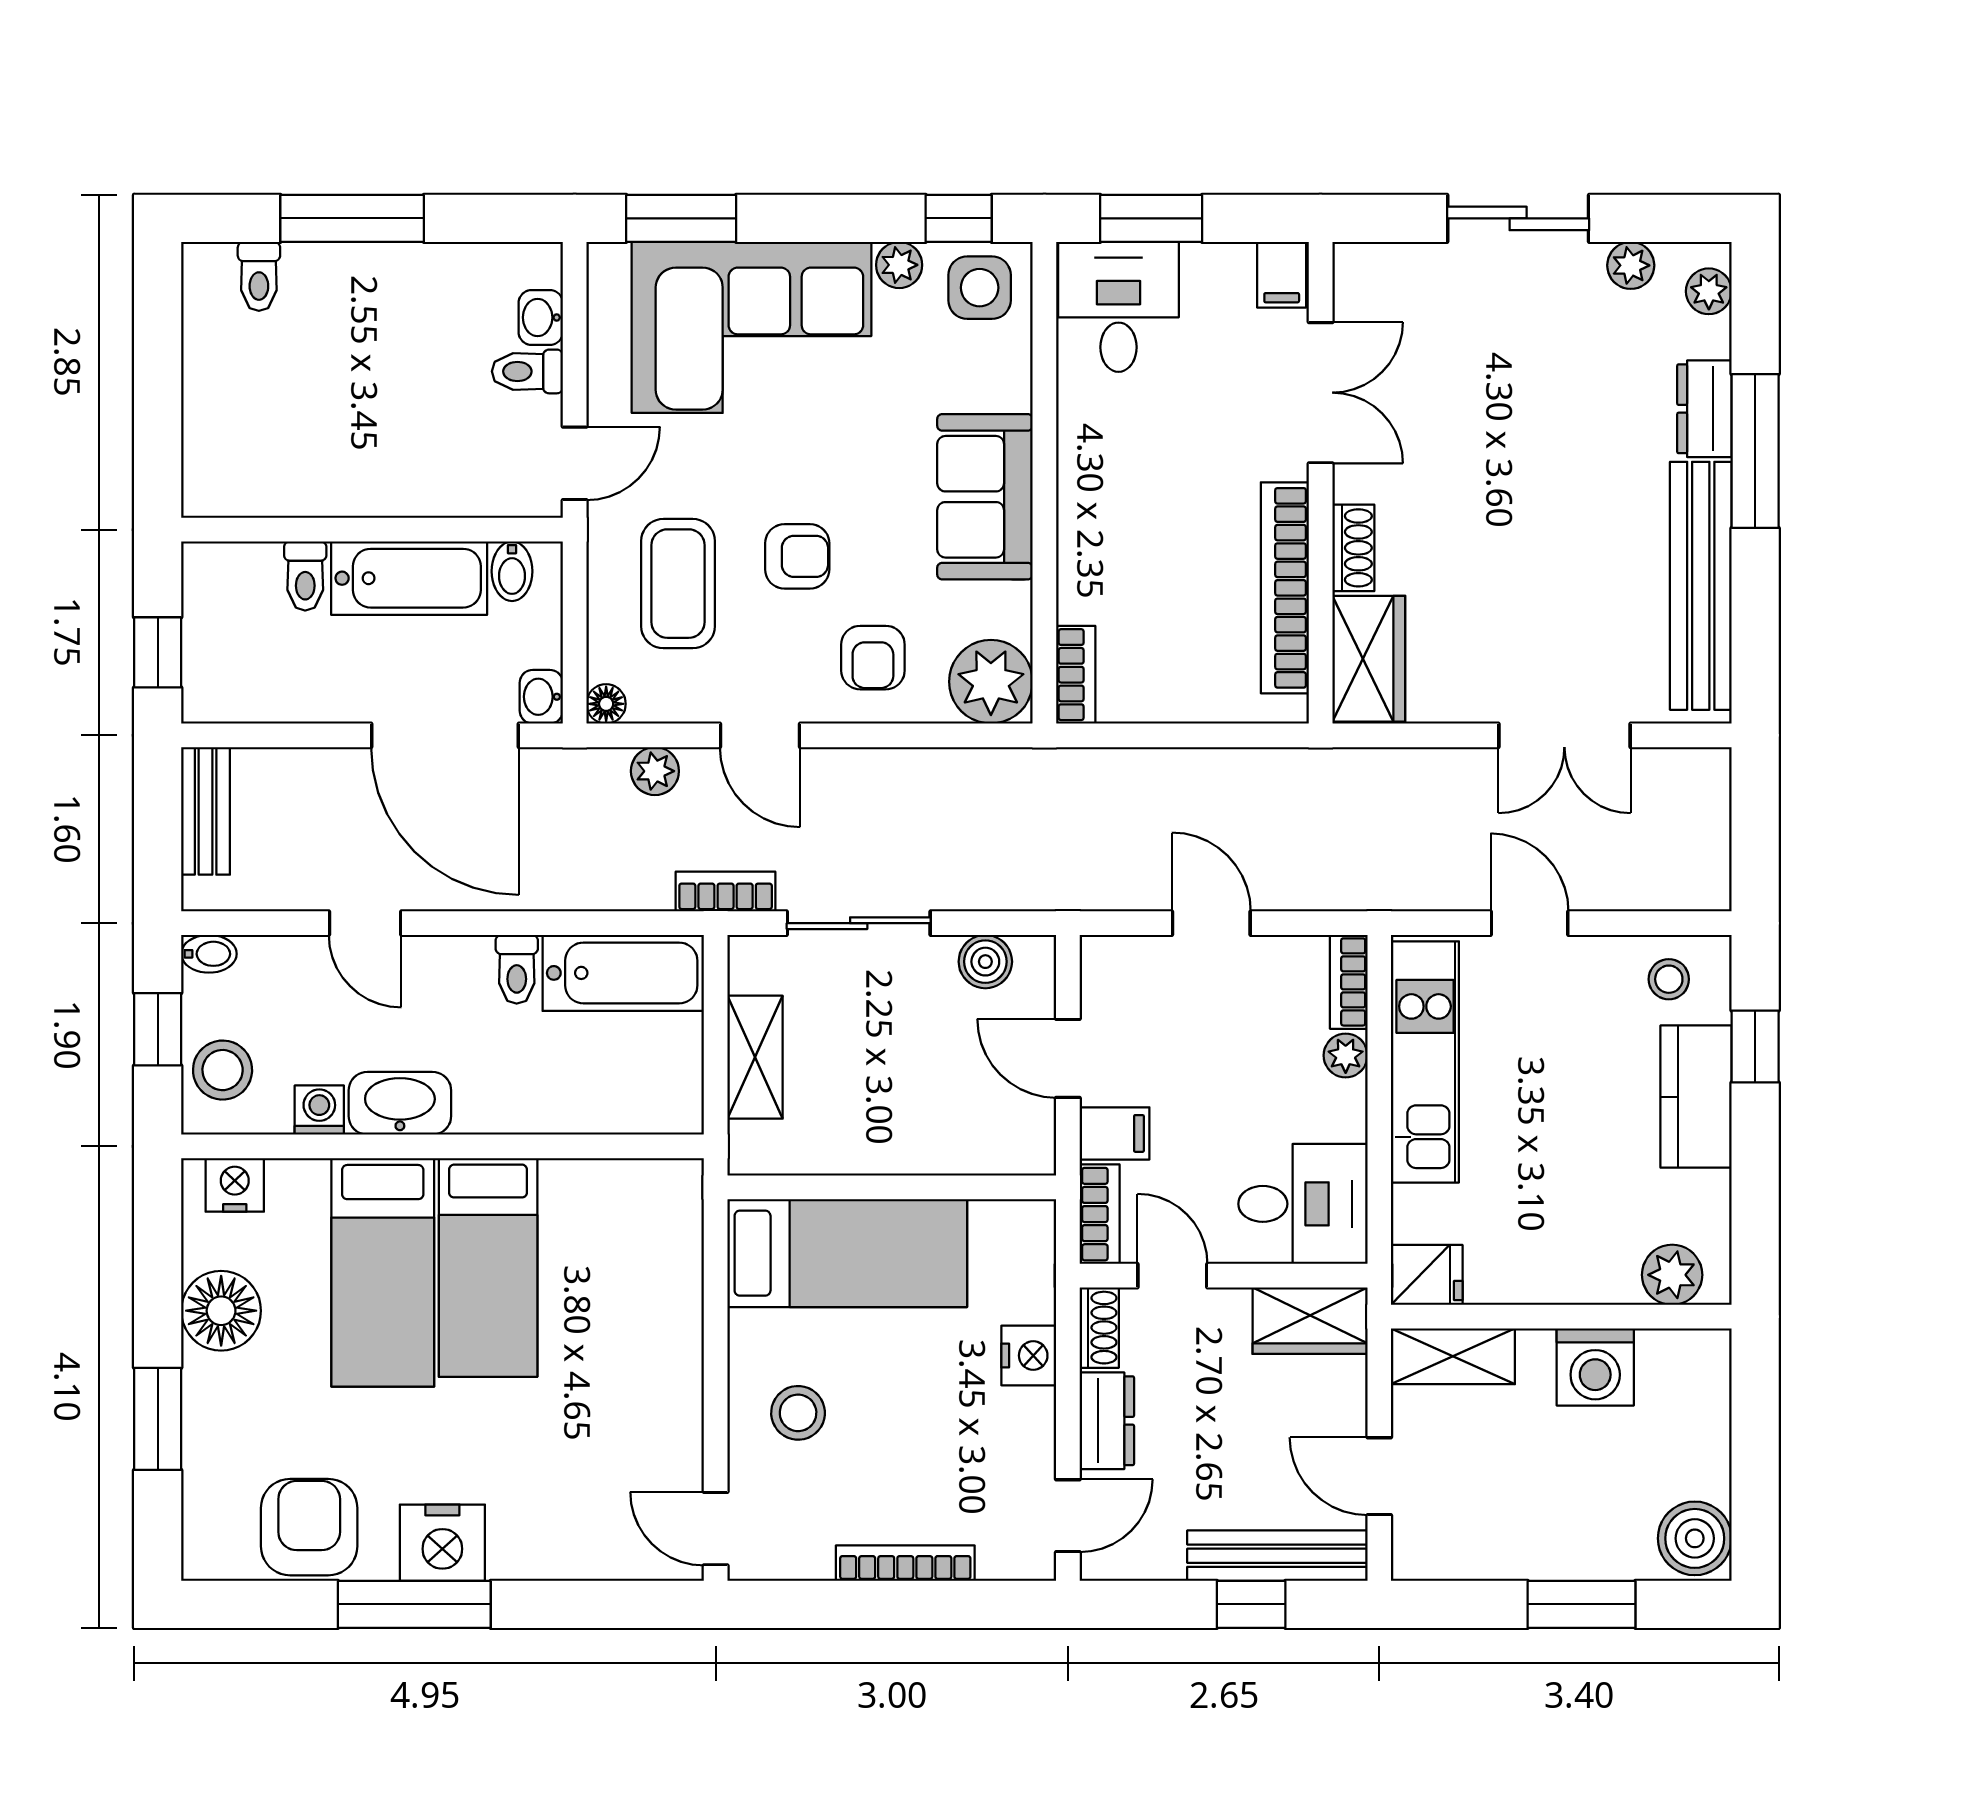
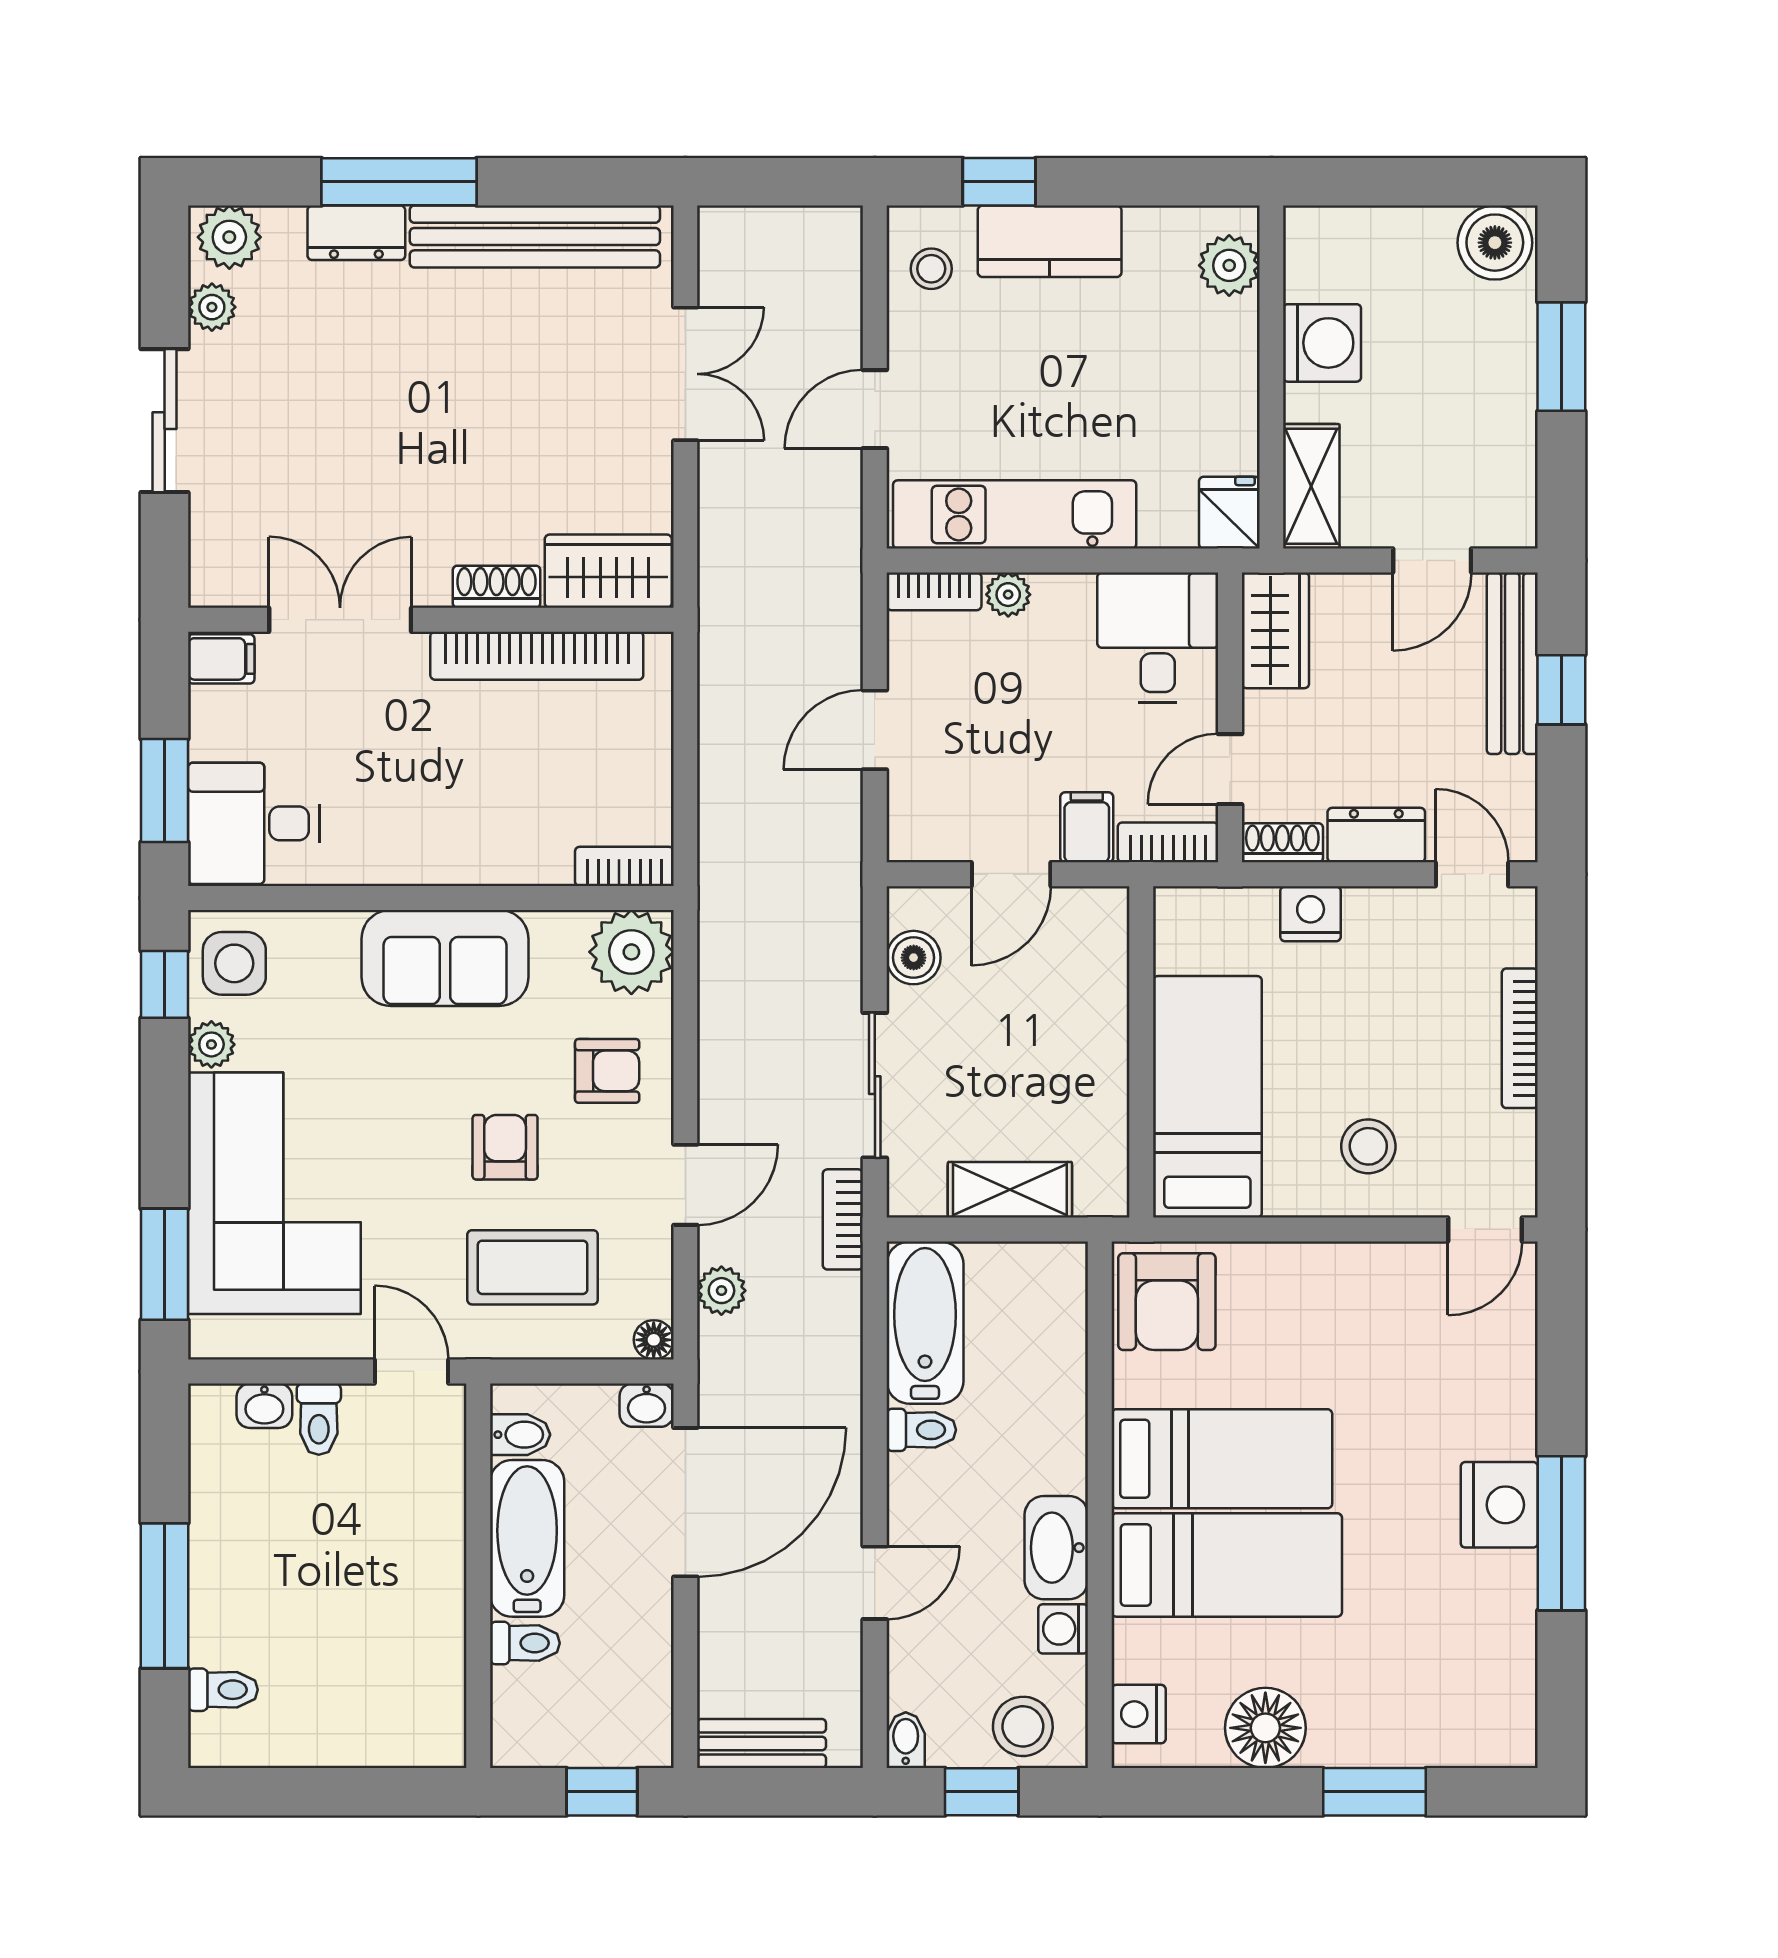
plant: (1709, 291) -> (229, 237), width x1.38, depth x1.38
armchair: (309, 1527) -> (1167, 1302), moved, turned -90

